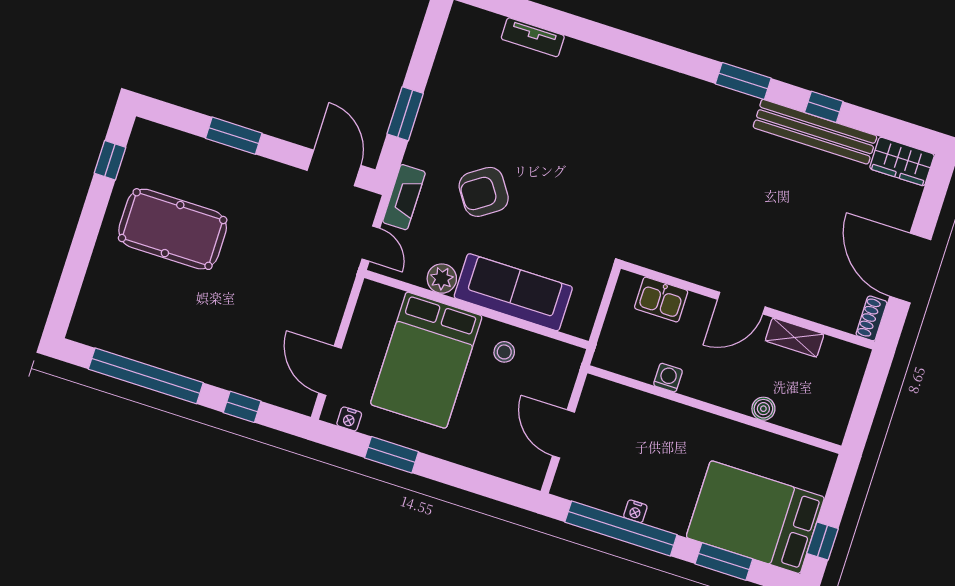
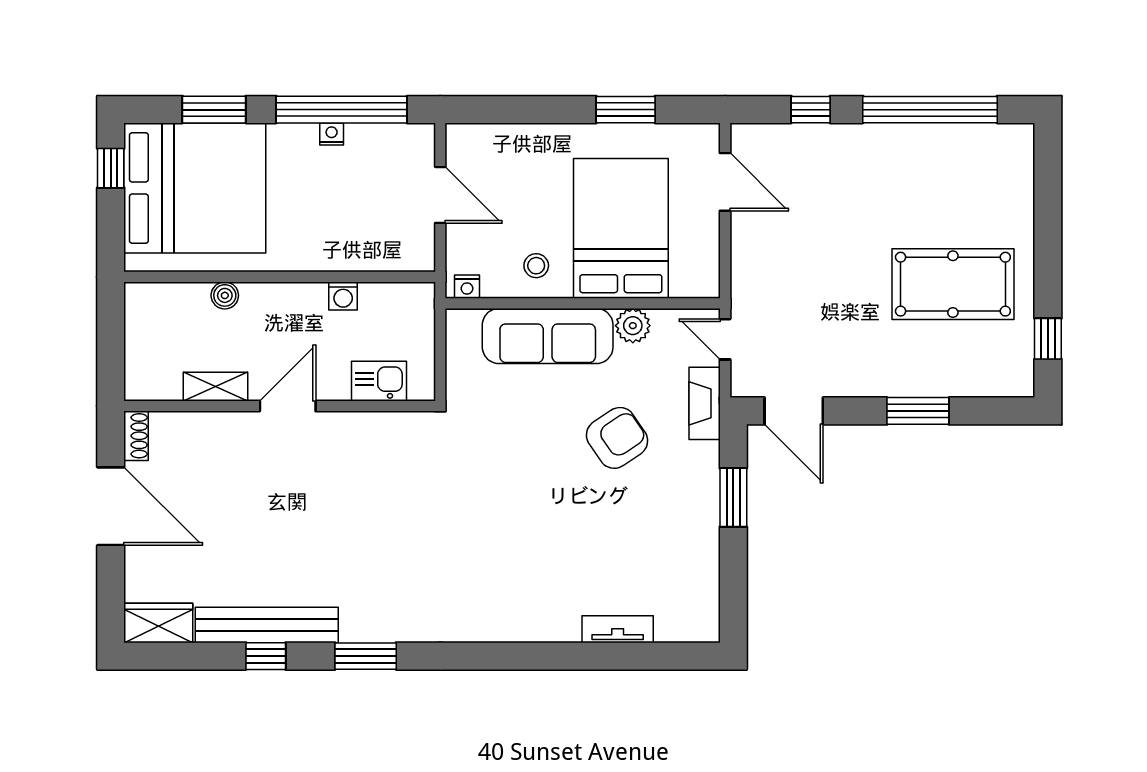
nightstand: (349, 419) -> (467, 287), moved, turned 180
bed: (755, 517) -> (195, 188), width x1.36

